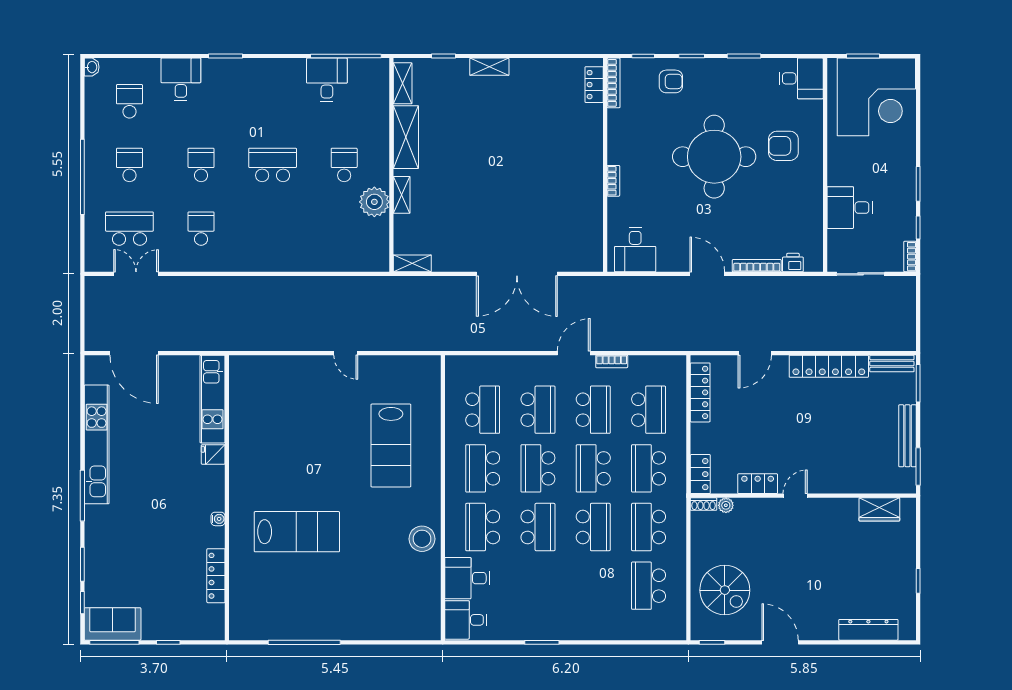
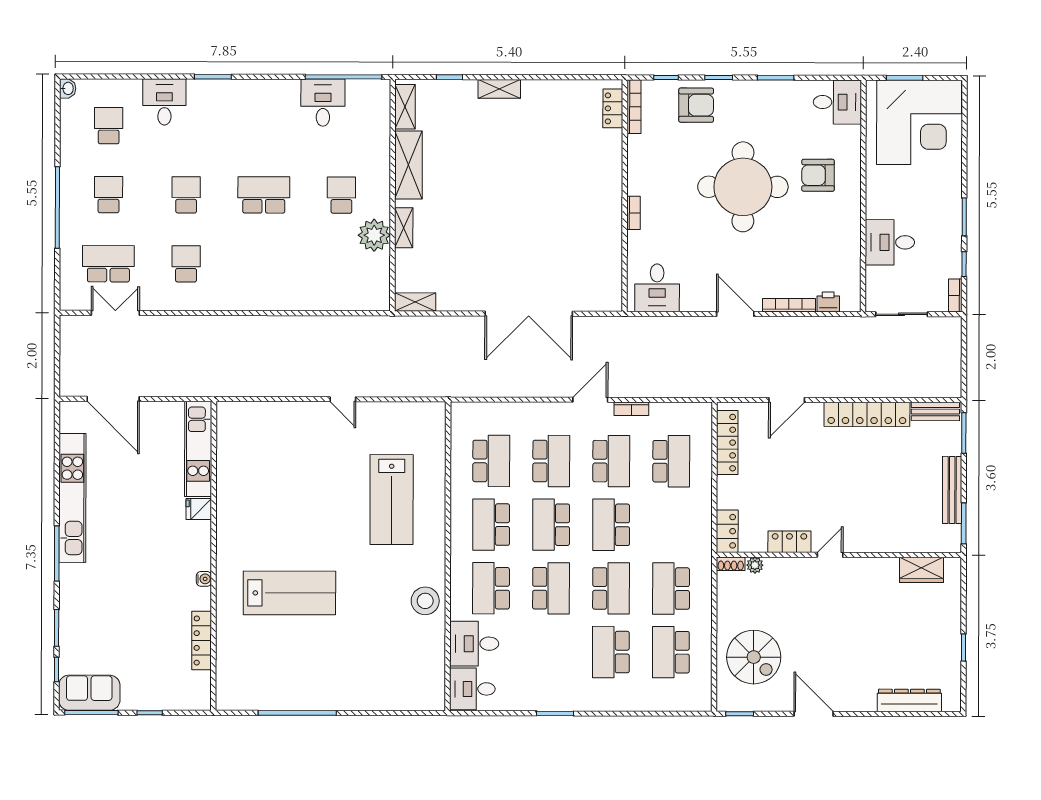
armchair: (671, 81) -> (696, 105), width x1.38, depth x1.38
school desk: (649, 468) -> (611, 652), moved

